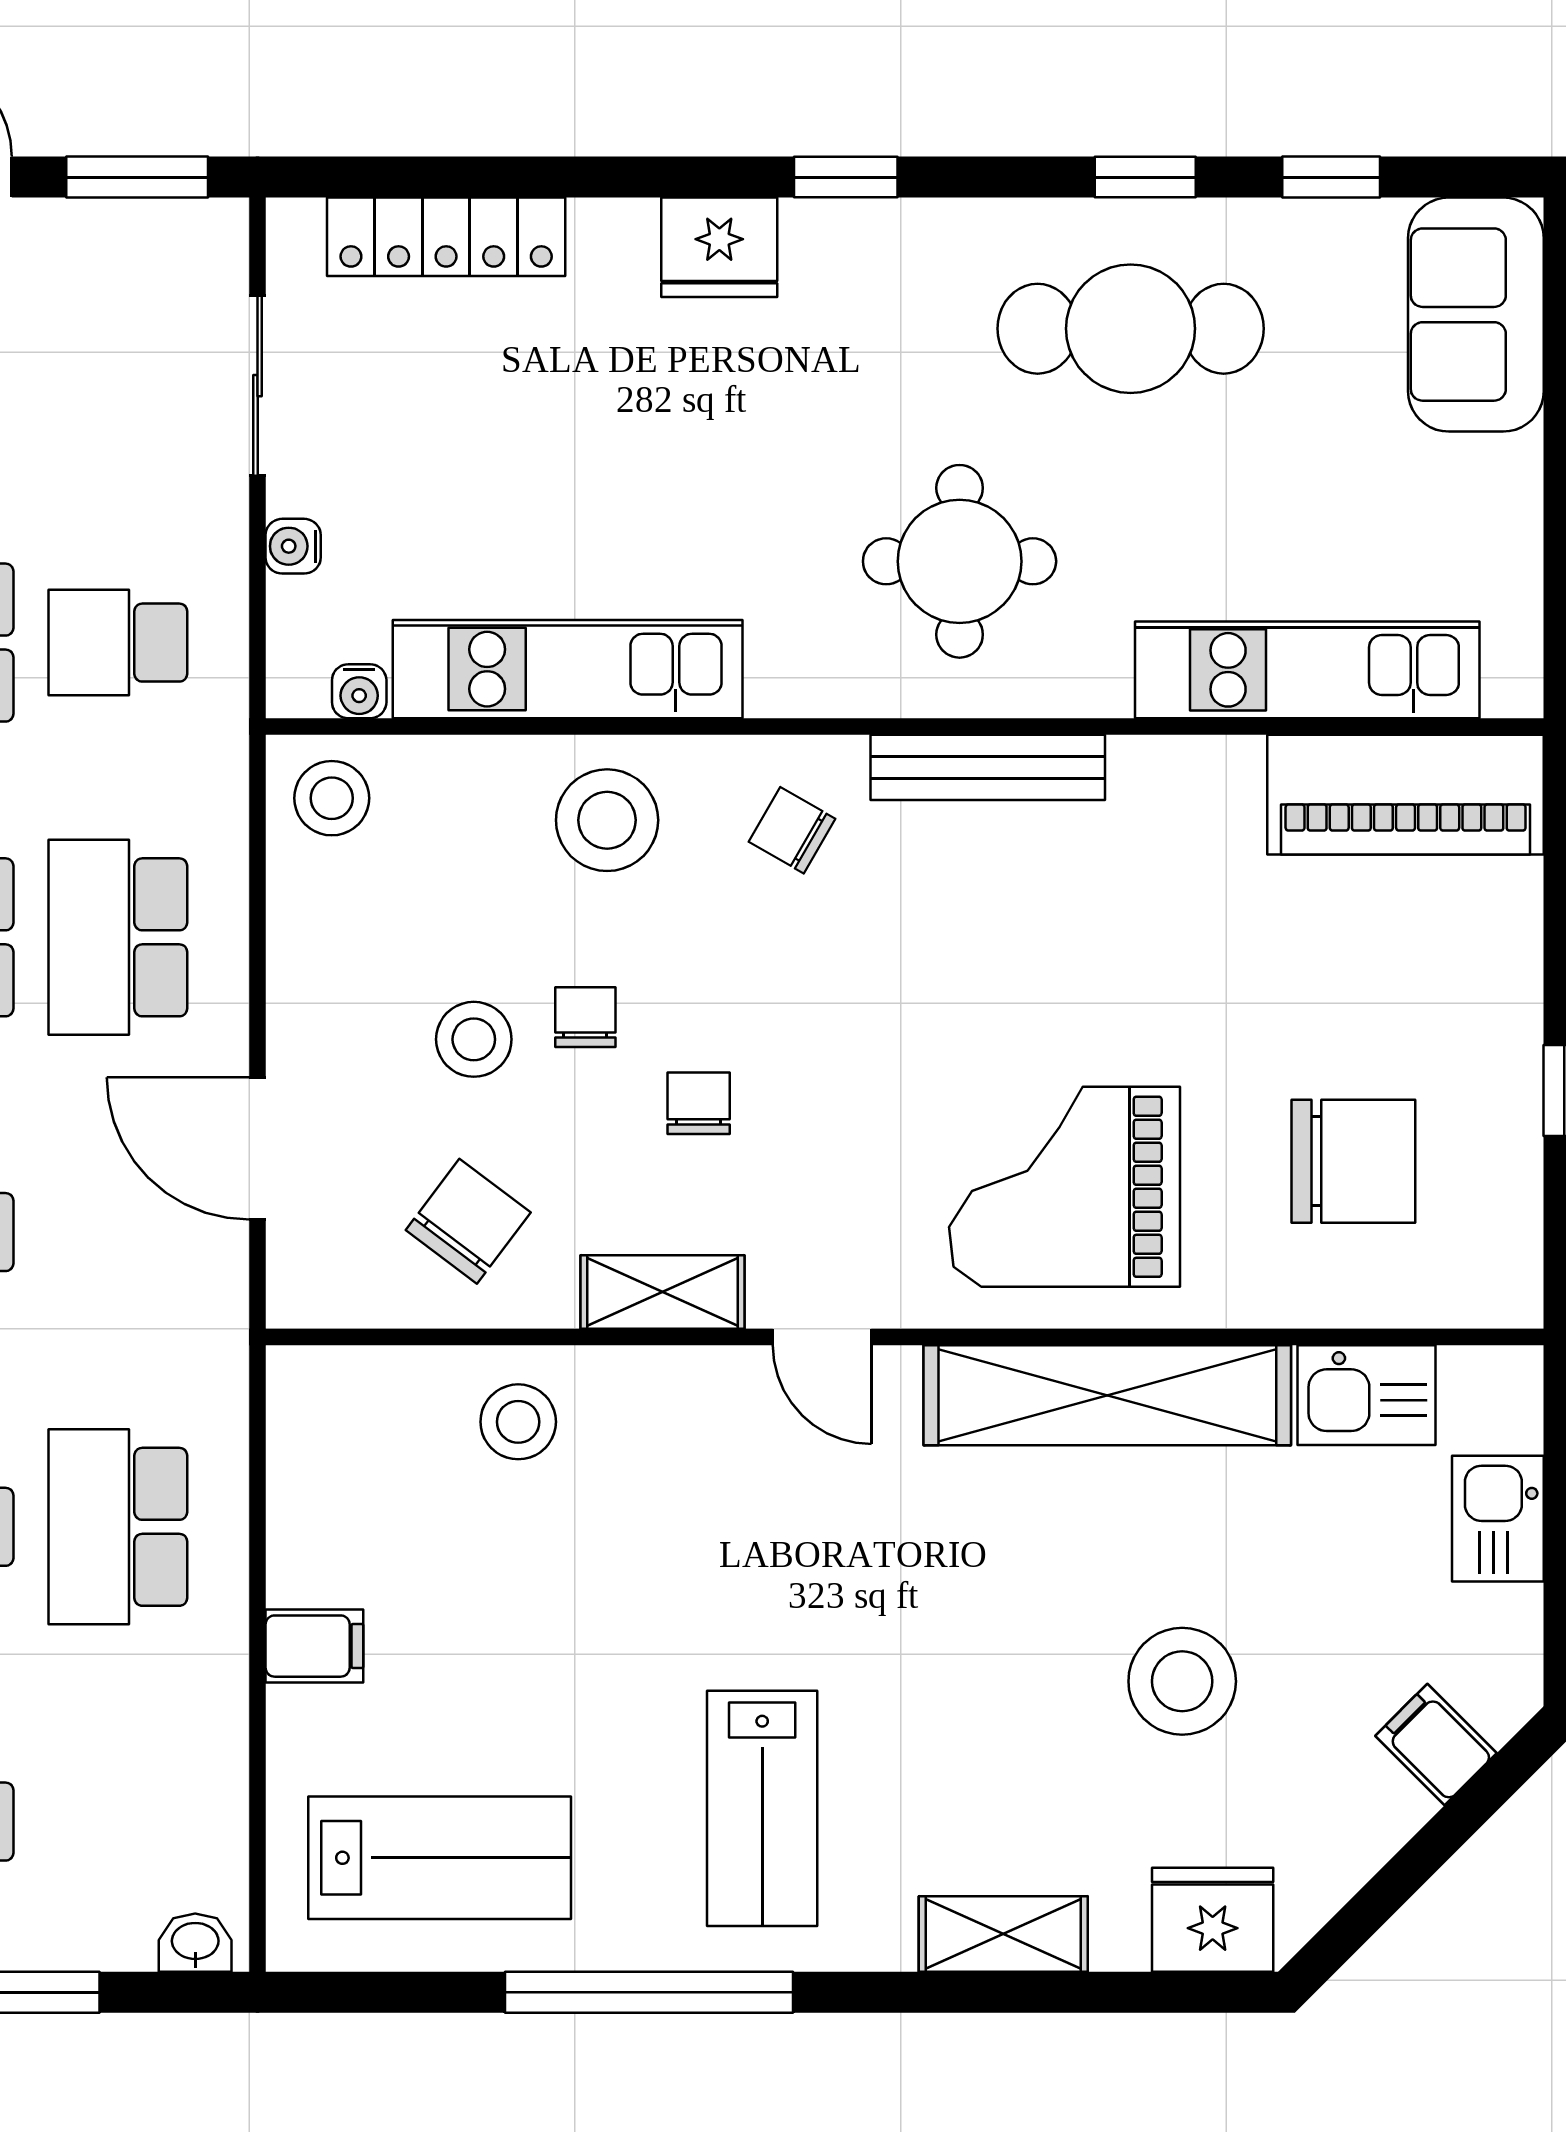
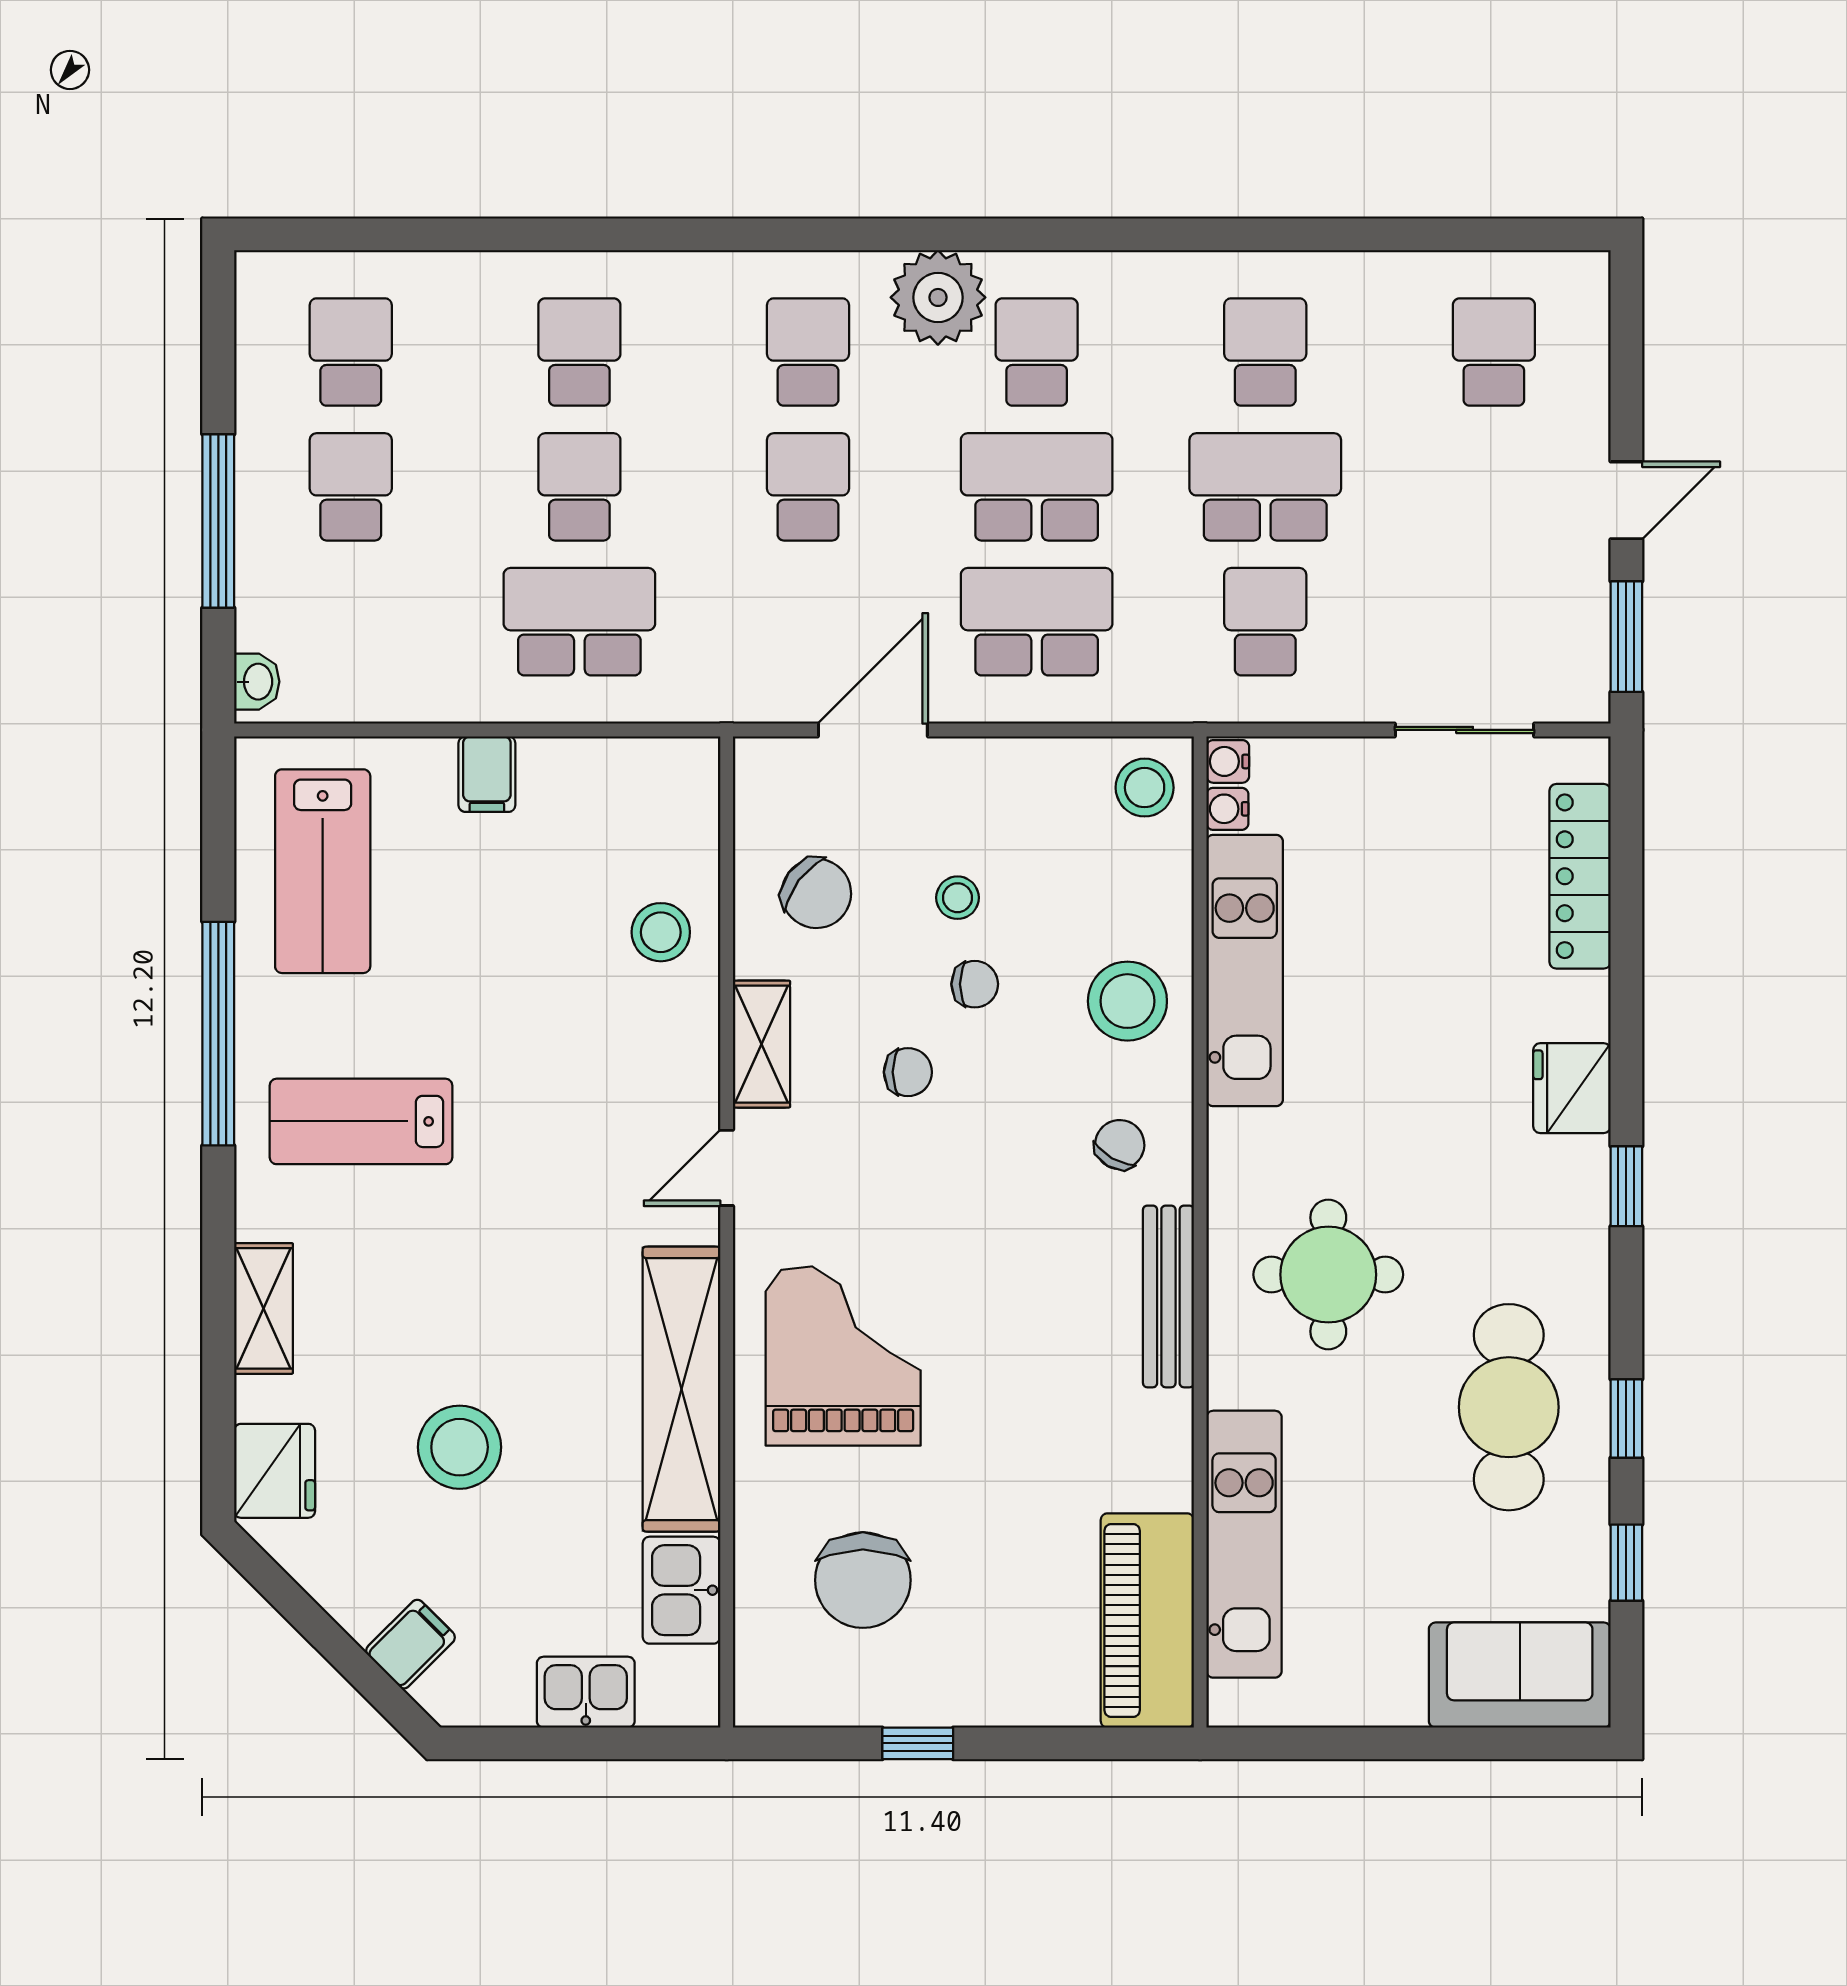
water cooler: (293, 546) -> (1228, 761), moved, turned -90
stool: (474, 1039) -> (957, 898), width x0.73, depth x0.73

